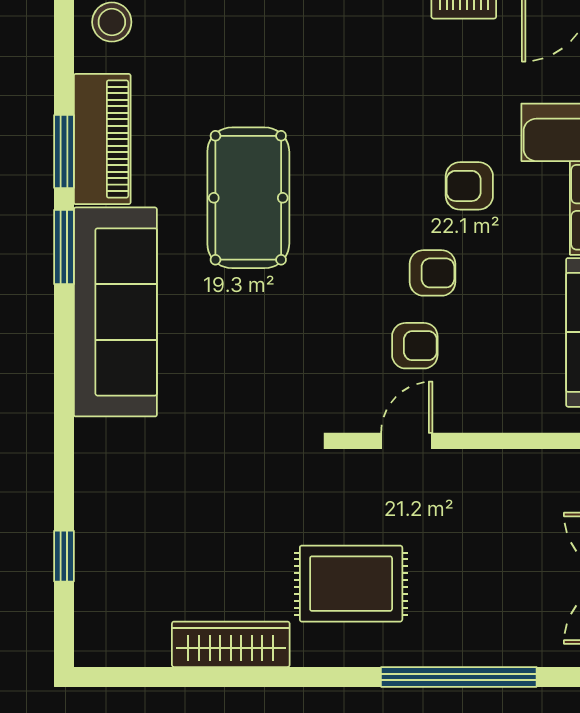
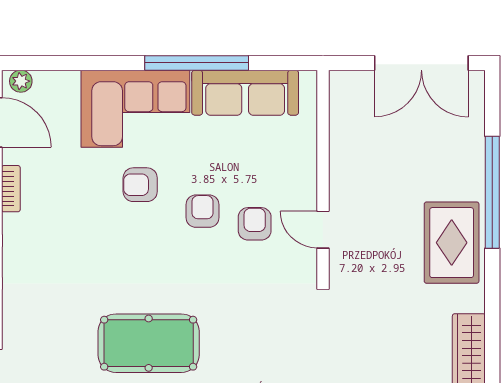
armchair: (469, 186) -> (140, 185), turned 90
rug: (351, 584) -> (452, 243), moved

